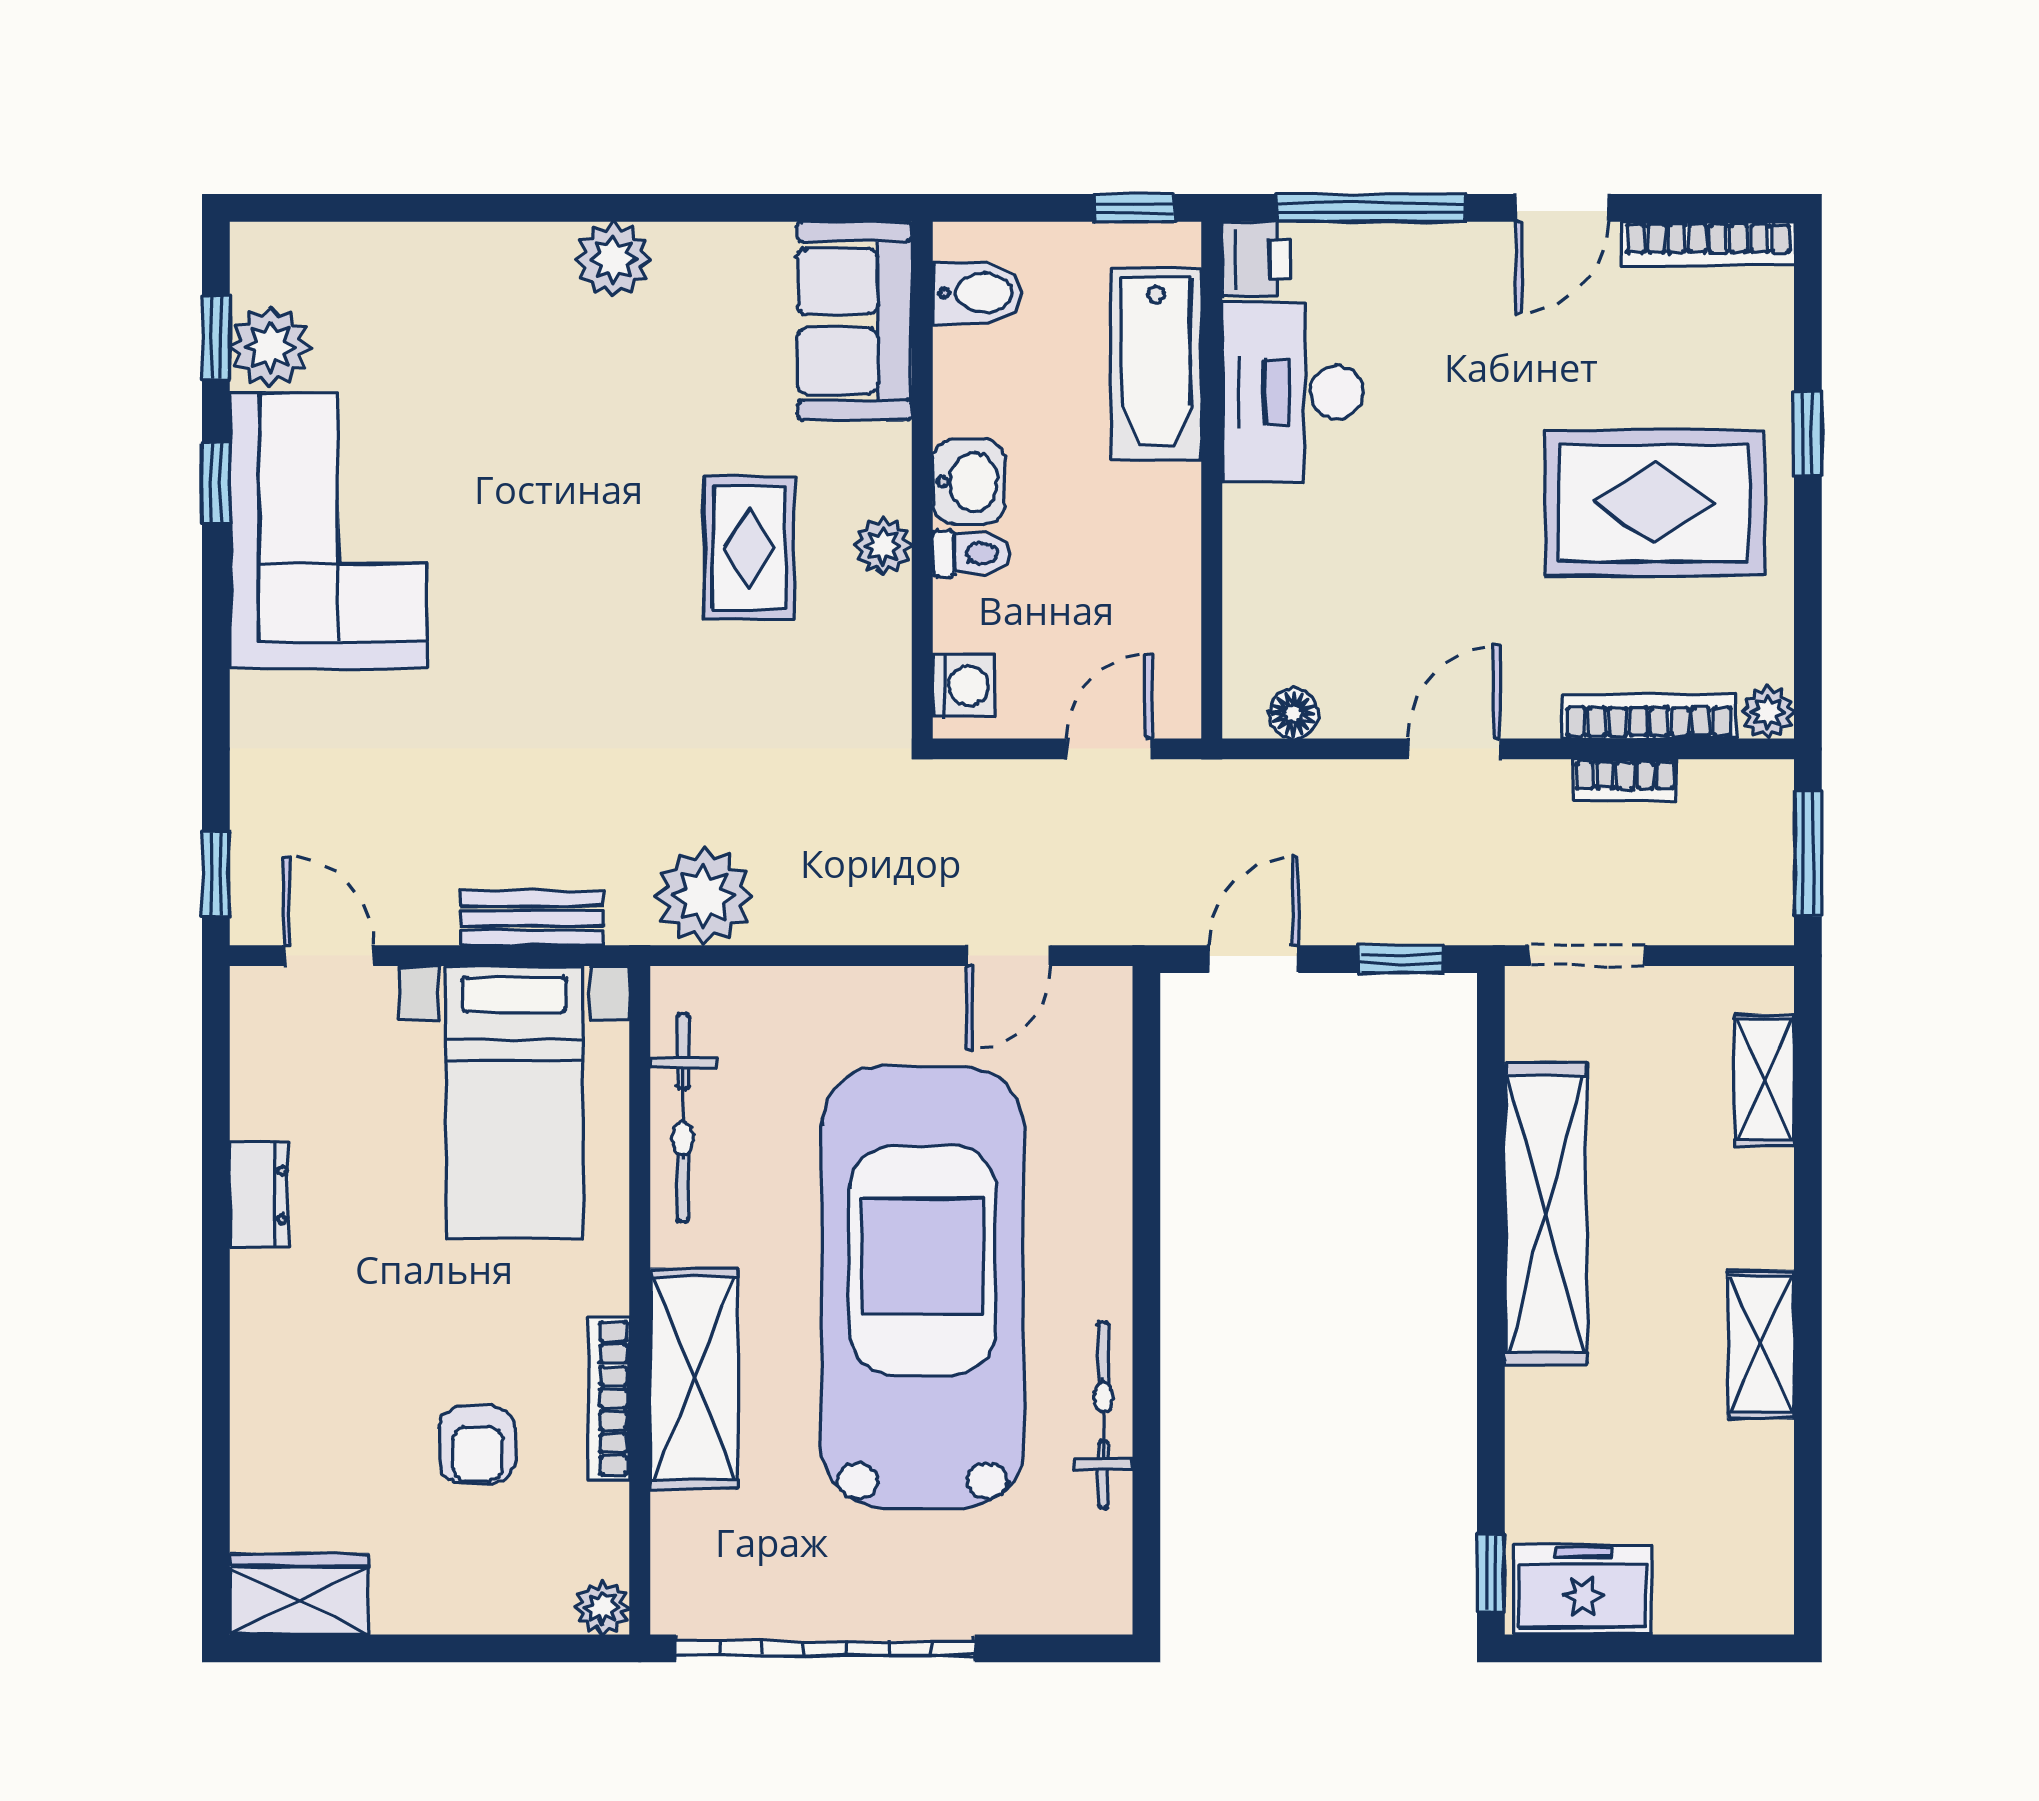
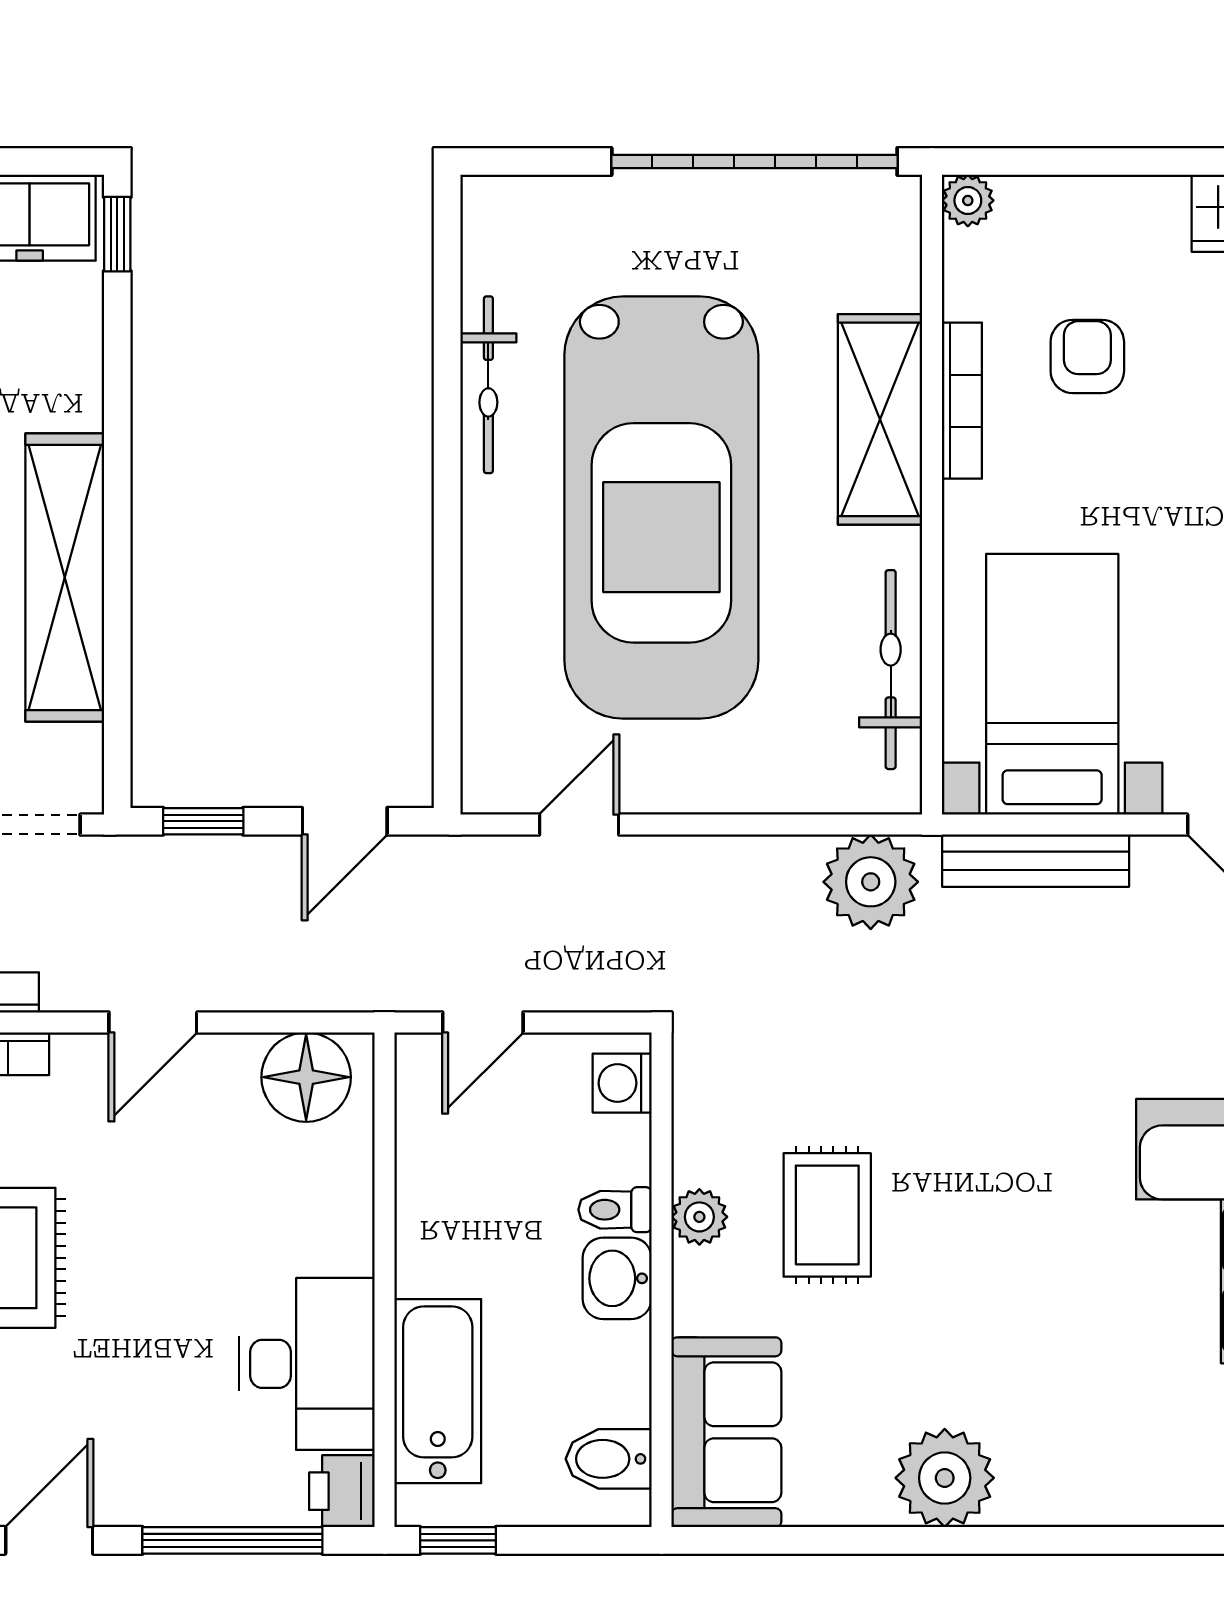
plant: (613, 259) -> (945, 1478), width x1.36, depth x1.36
floor lamp: (1294, 714) -> (306, 1077), width x1.89, depth x1.89
bench: (532, 918) -> (1036, 861), width x1.36

